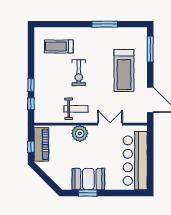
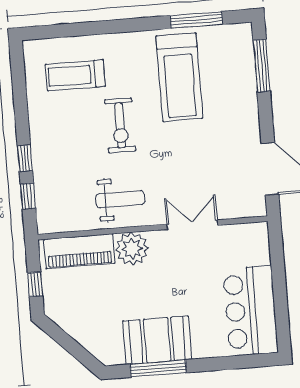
window: (105, 24) -> (196, 20), moved
treadmill: (124, 70) -> (179, 77), moved
piano: (41, 144) -> (79, 251), moved, turned 90
bar counter: (135, 161) -> (251, 311), width x0.73
window: (88, 193) -> (158, 368), width x1.44

